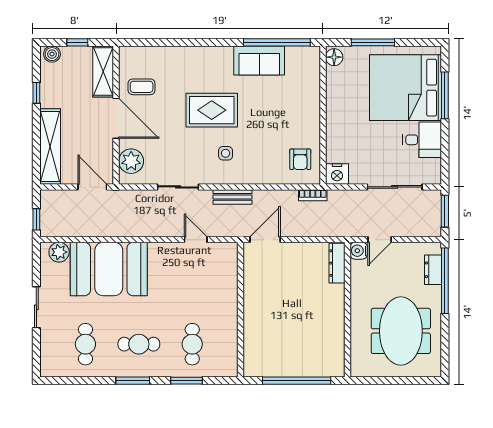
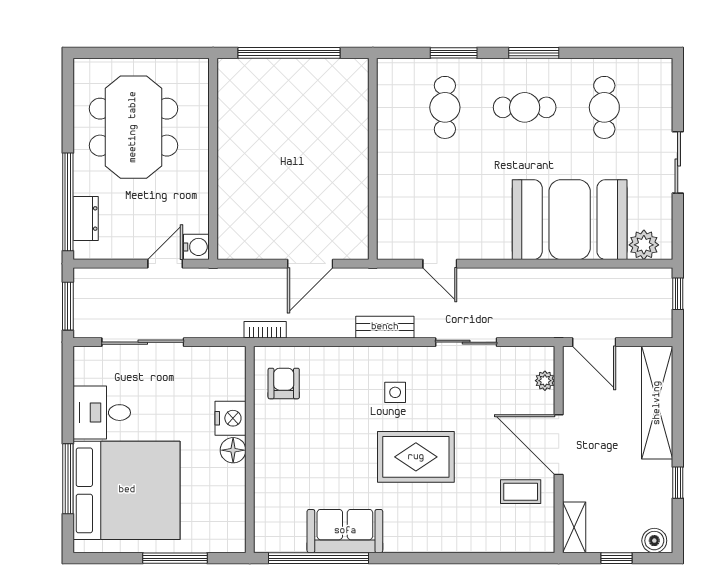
floor lamp: (334, 57) -> (233, 450), moved
shelving: (103, 71) -> (574, 527), width x0.67, depth x0.75
plant: (131, 161) -> (545, 381), width x0.53, depth x0.53
nightstand: (337, 174) -> (230, 418), moved, turned 90
door: (265, 240) -> (310, 264), moved
dresser: (337, 263) -> (229, 228), removed

